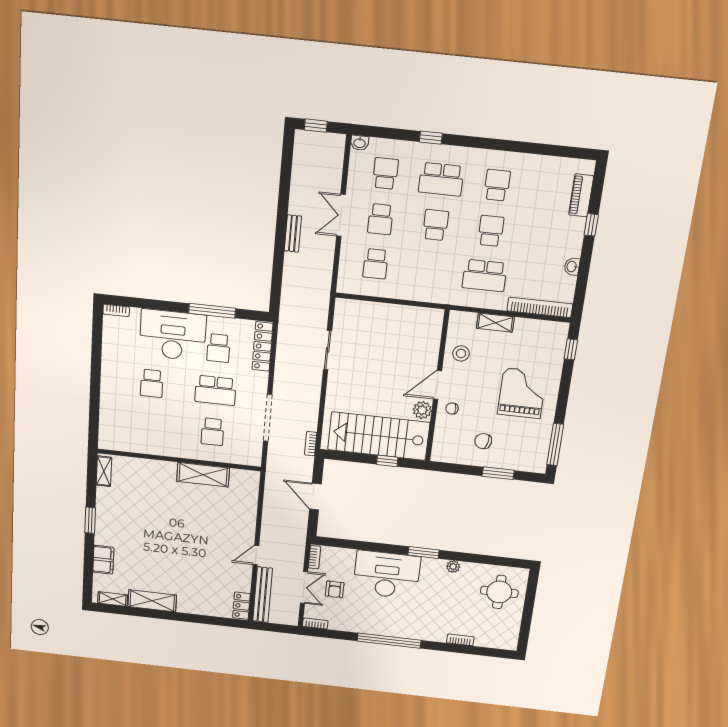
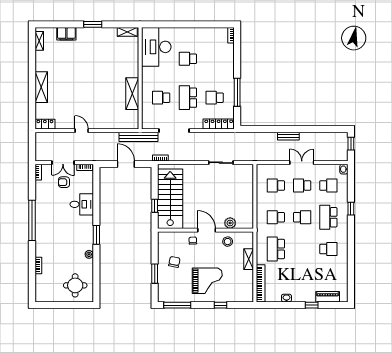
school desk: (491, 231) -> (276, 217), moved, turned 180
desk: (173, 335) -> (156, 47), moved, turned 180
window: (571, 349) -> (220, 305), moved
plant: (422, 410) -> (230, 223), moved
door: (315, 497) -> (126, 164), hinge flipped
desk: (387, 575) -> (82, 204), width x0.53, depth x0.77
bench: (263, 595) -> (139, 137), moved
shelving: (152, 601) -> (41, 87), moved

